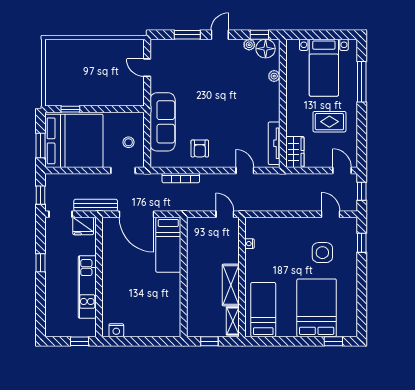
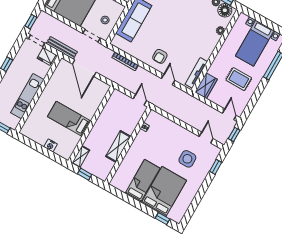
armchair: (200, 148) -> (160, 56), moved
bed: (168, 245) -> (69, 119), moved, turned 90
bed: (263, 310) -> (143, 181), moved
shelving: (233, 321) -> (81, 157), moved
nightstand: (116, 330) -> (51, 145), moved

